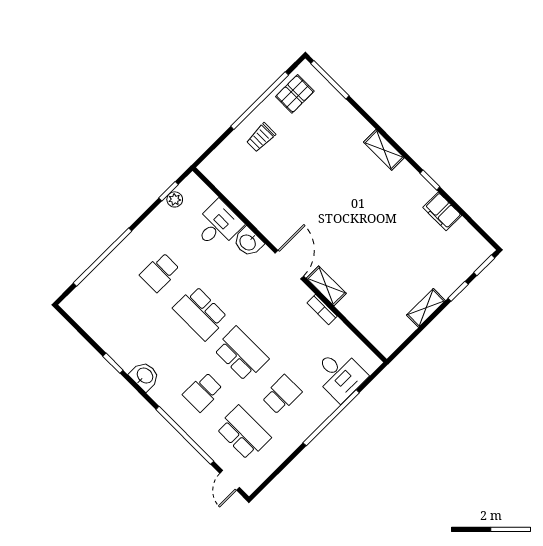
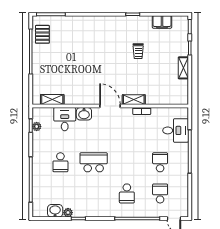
trolley: (261, 137) -> (138, 51), moved
shelving: (384, 150) -> (52, 100), moved
filing cabinet: (442, 211) -> (162, 22), moved
school desk: (200, 313) -> (94, 162), turned 180
plant: (107, 343) -> (68, 213), added
school desk: (241, 354) -> (127, 162), removed
washbasin: (145, 376) -> (55, 211), moved
school desk: (243, 433) -> (160, 193), width x0.54

